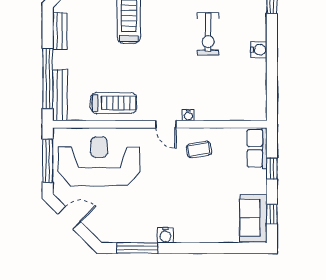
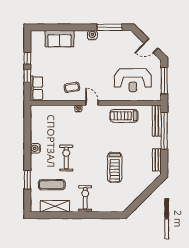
reception desk: (99, 162) -> (133, 80), width x0.74, depth x0.77
window: (272, 214) -> (27, 58), moved
sofa: (253, 218) -> (60, 39), moved, turned 90

